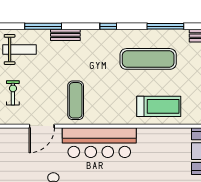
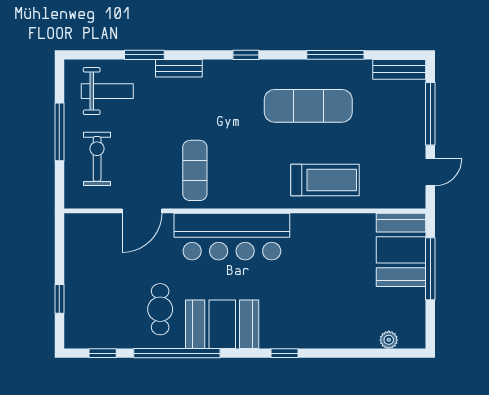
window: (43, 26) -> (144, 55), width x0.69
exercise bike: (13, 93) -> (97, 159), width x1.38, depth x1.39

